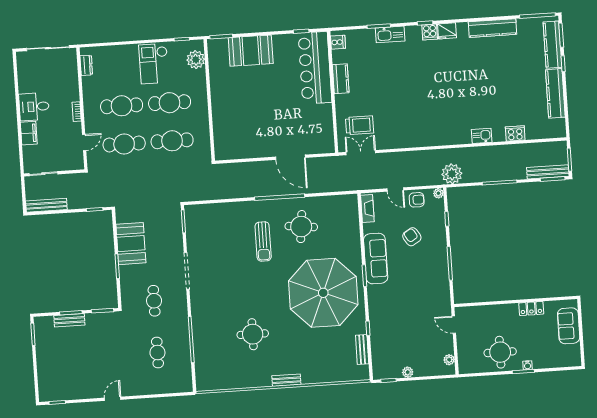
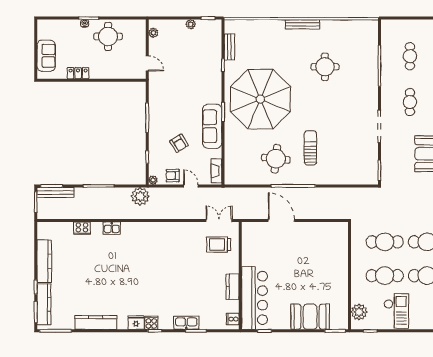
double door: (361, 153) -> (219, 220), swing flipped
bench: (286, 380) -> (303, 24), width x1.36

